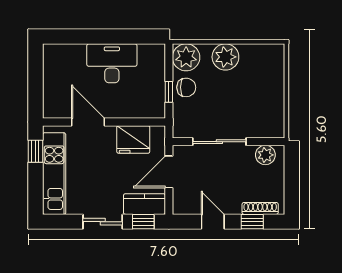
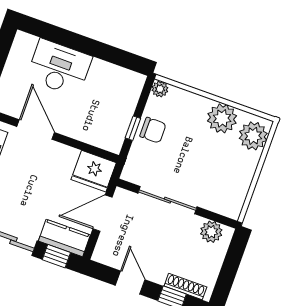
plant: (186, 57) -> (160, 89), width x0.53, depth x0.53
plant: (225, 57) -> (222, 118), moved
plant: (272, 62) -> (253, 136), added
desk: (112, 63) -> (59, 68), moved
fridge: (133, 139) -> (94, 171), moved

